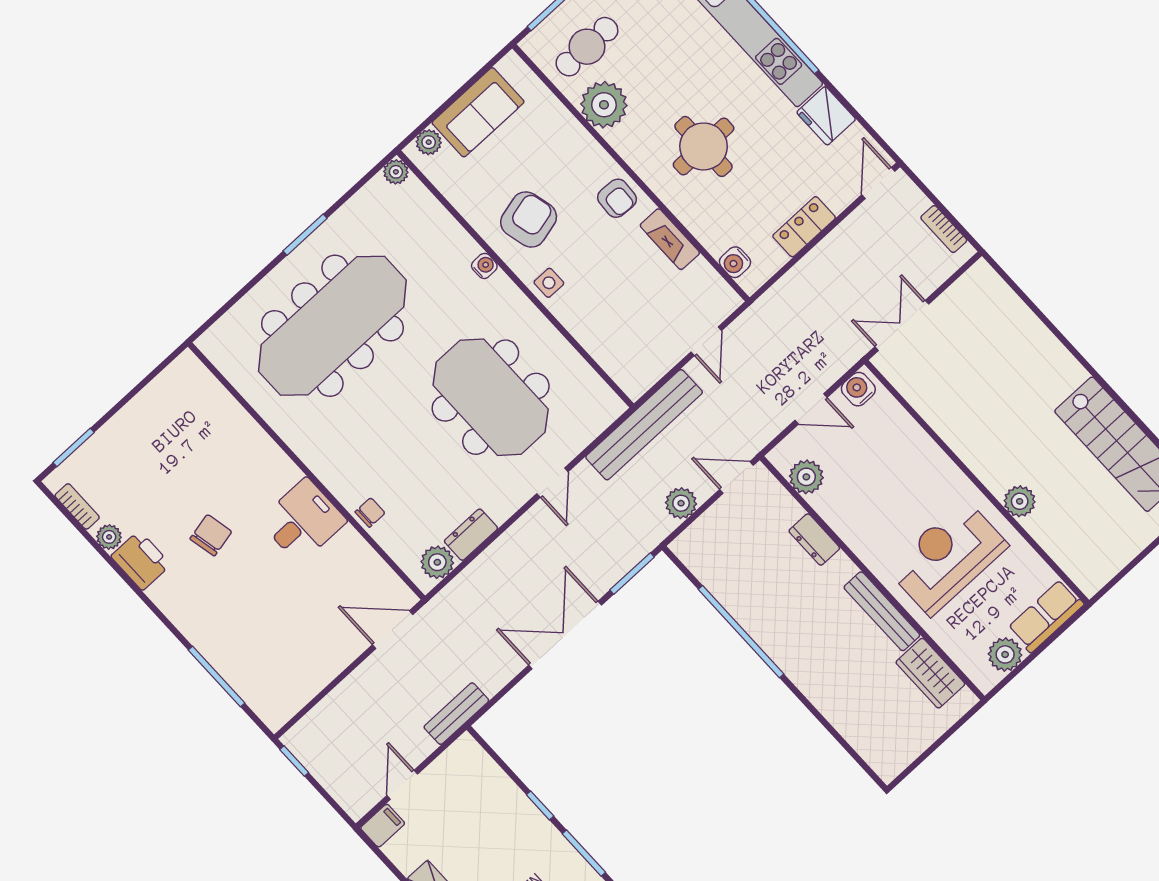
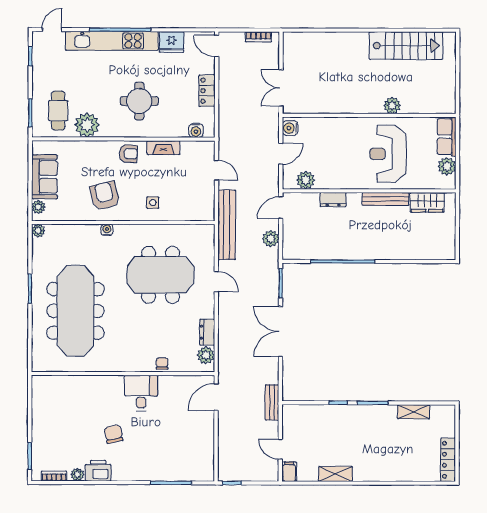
side table: (549, 283) -> (153, 203), moved

